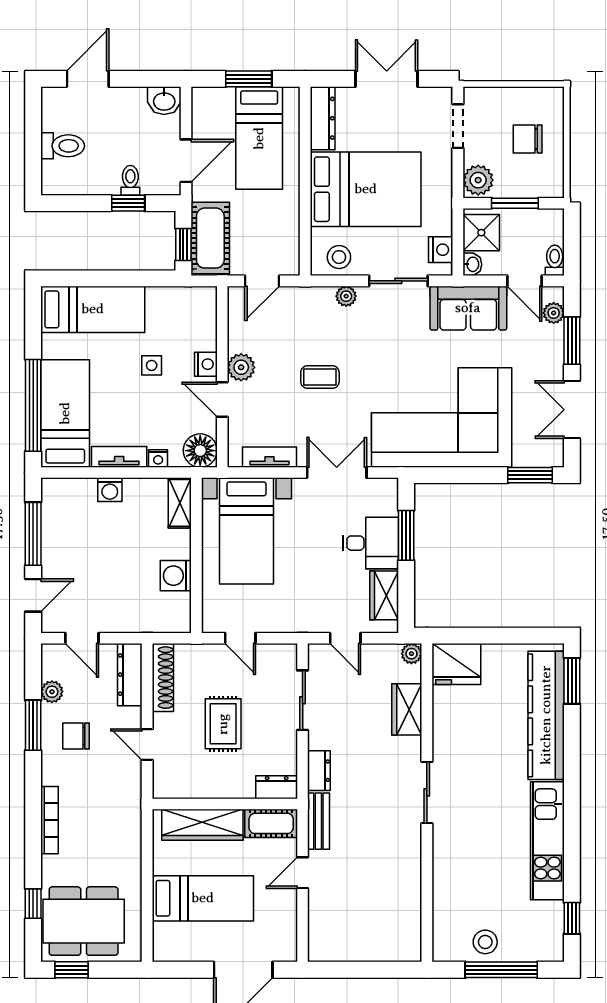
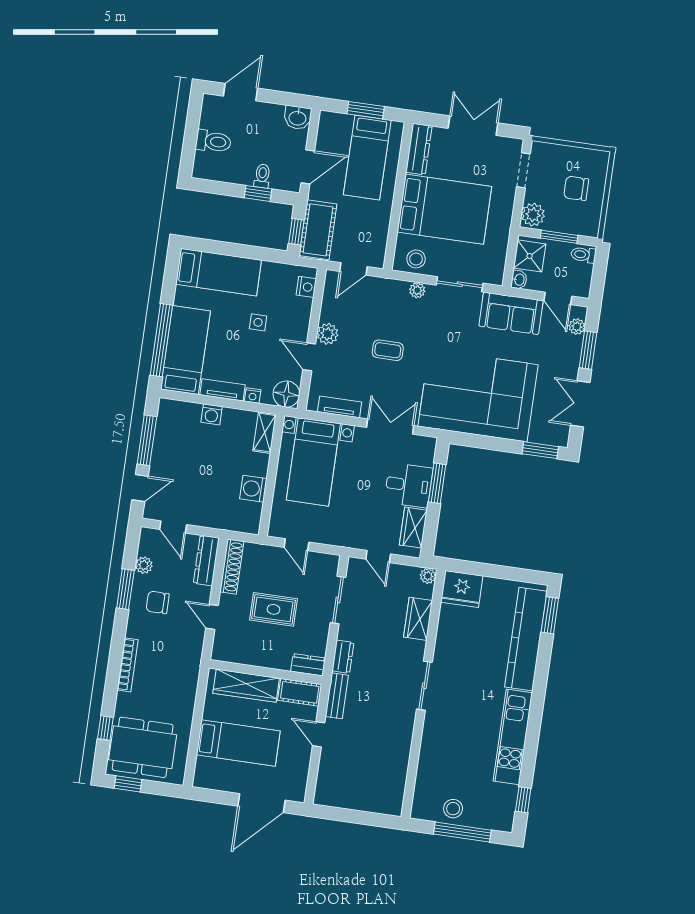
nightstand: (441, 250) -> (496, 265), removed
toilet: (555, 260) -> (583, 255), moved, turned -90
nightstand: (206, 364) -> (306, 287), moved
rug: (223, 724) -> (274, 609), turned 90
door: (303, 873) -> (319, 734), hinge flipped

